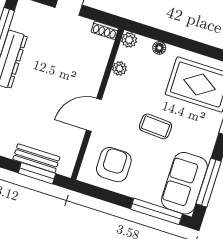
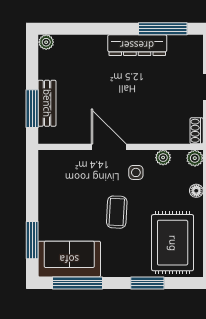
side table: (125, 98) -> (136, 172), added
armchair: (114, 165) -> (65, 183), removed
window: (156, 211) -> (32, 240), width x0.69

